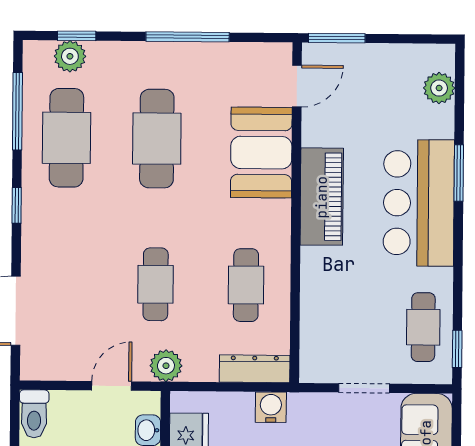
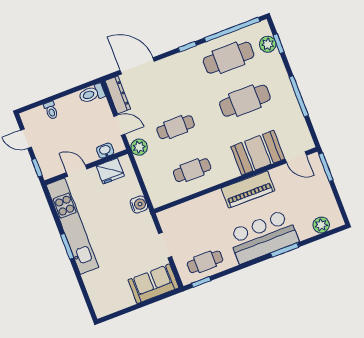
window: (17, 111) -> (232, 30), width x1.46
dresser: (255, 369) -> (118, 95), moved

